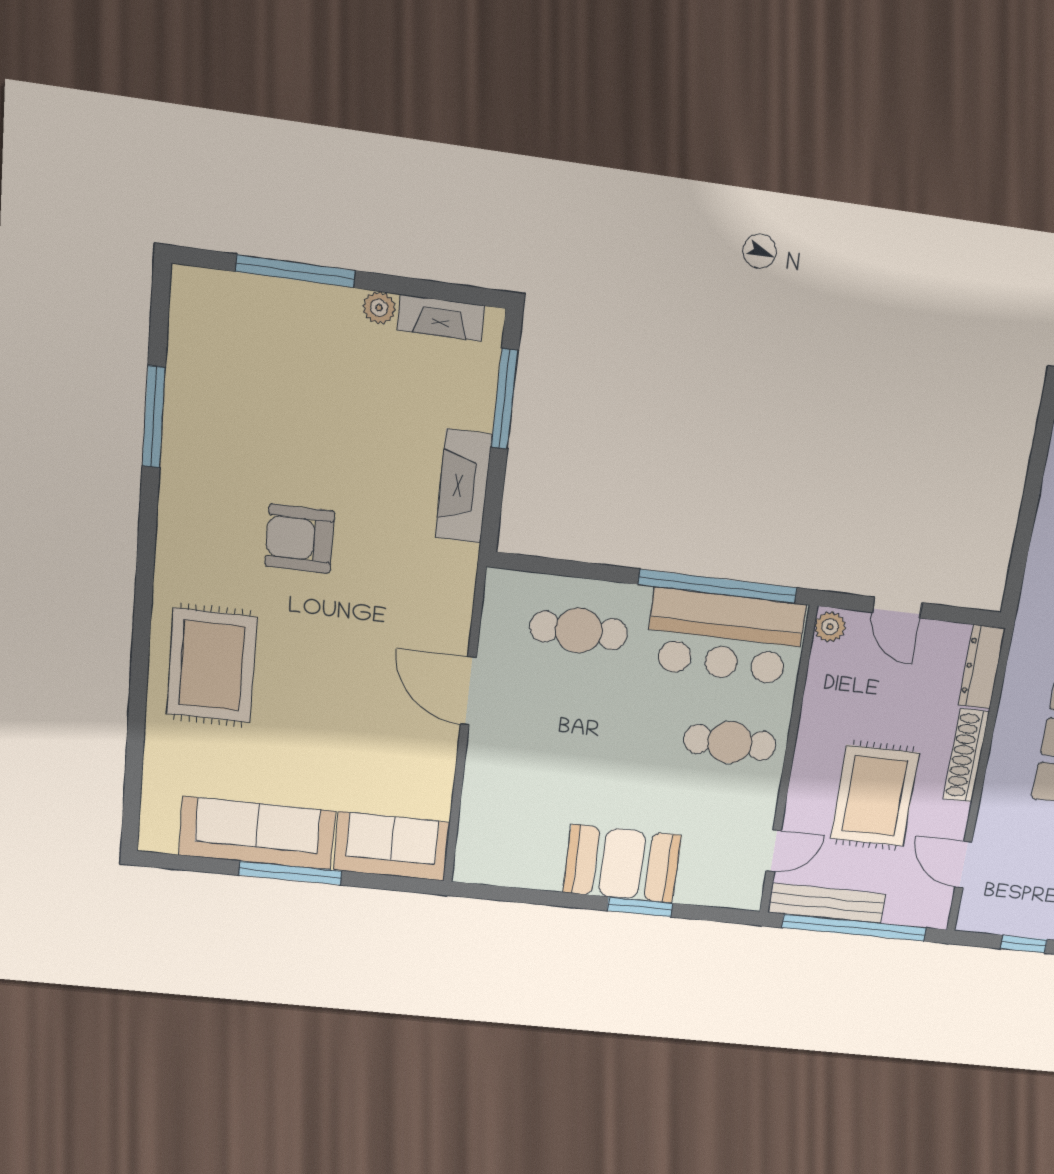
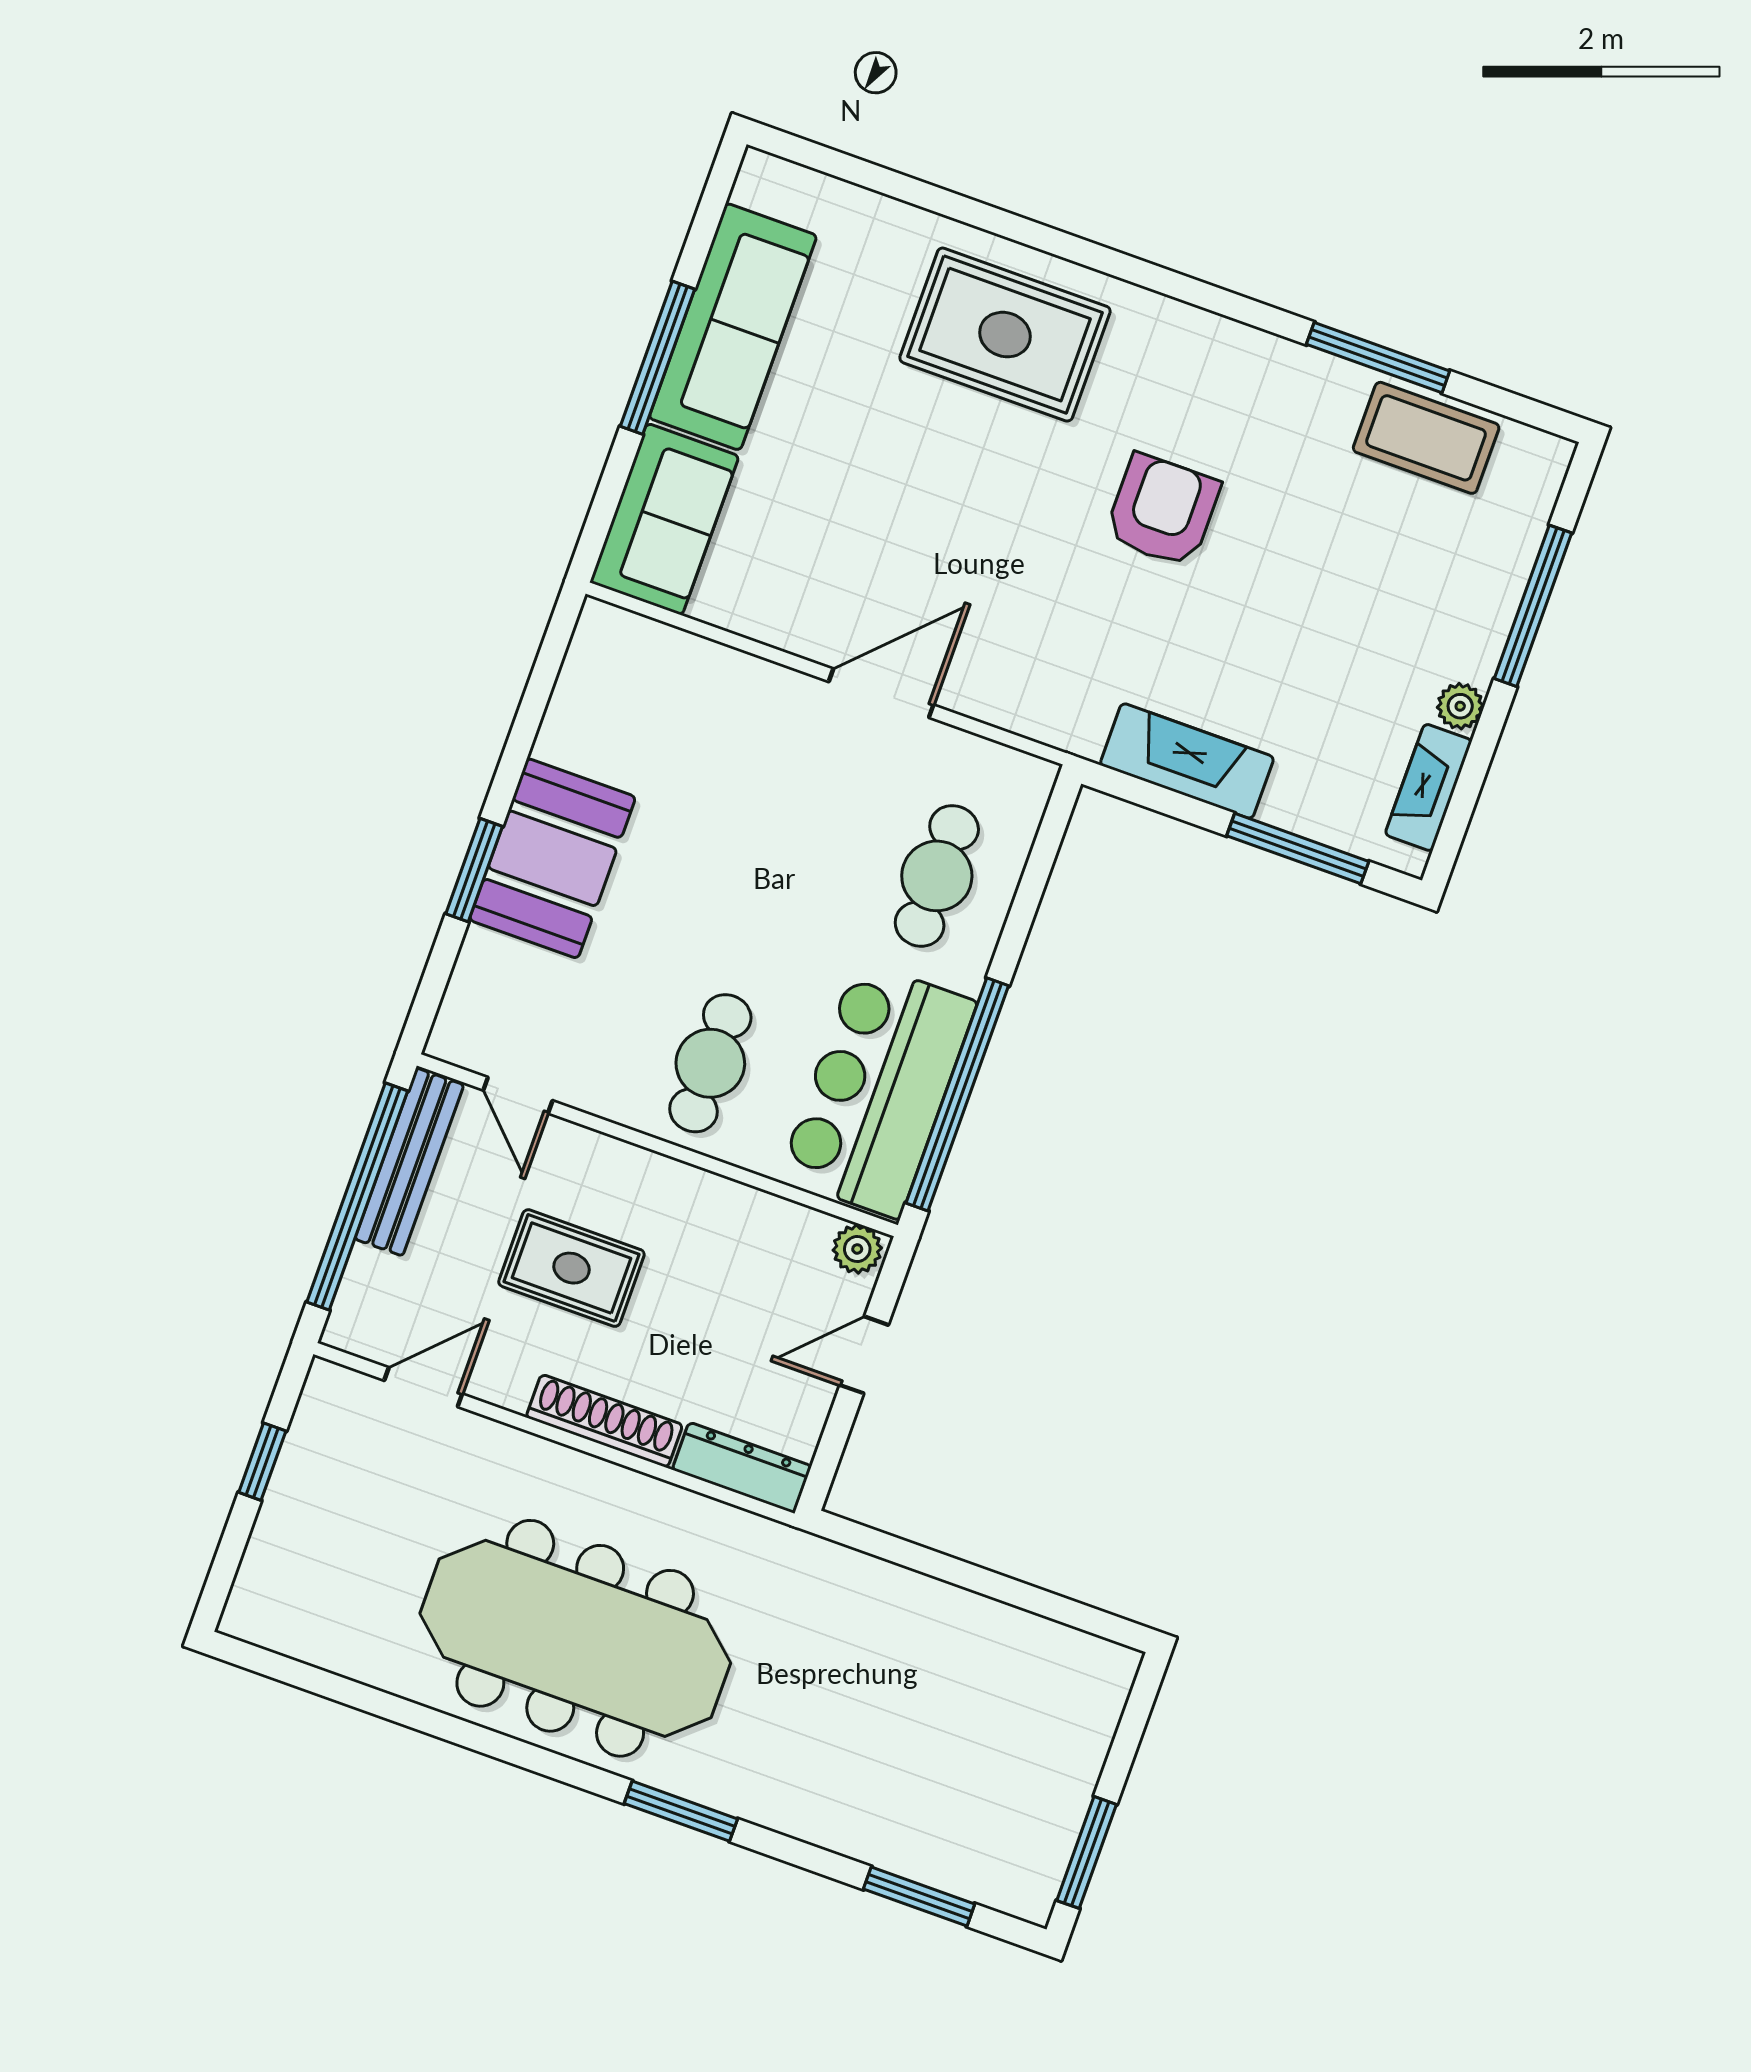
coffee table: (200, 372) -> (1426, 438), added
rug: (875, 796) -> (571, 1268), width x0.73, depth x0.70

